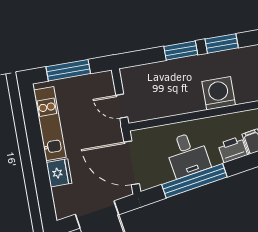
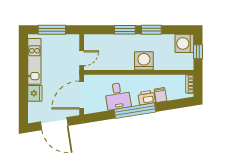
door: (122, 106) -> (82, 58), swing flipped
door: (132, 163) -> (82, 95), hinge flipped
window: (194, 181) -> (135, 111), moved

